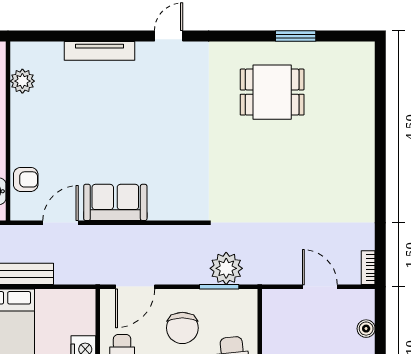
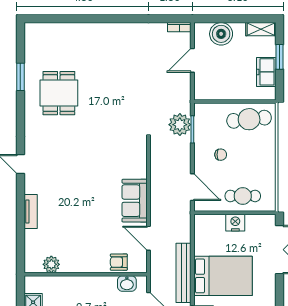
tv unit: (100, 51) -> (31, 211), width x0.71
armchair: (26, 179) -> (119, 262), turned -90
chair: (182, 328) -> (221, 155), width x0.54, depth x0.54
boiler: (366, 329) -> (221, 34), width x1.86, depth x1.86

